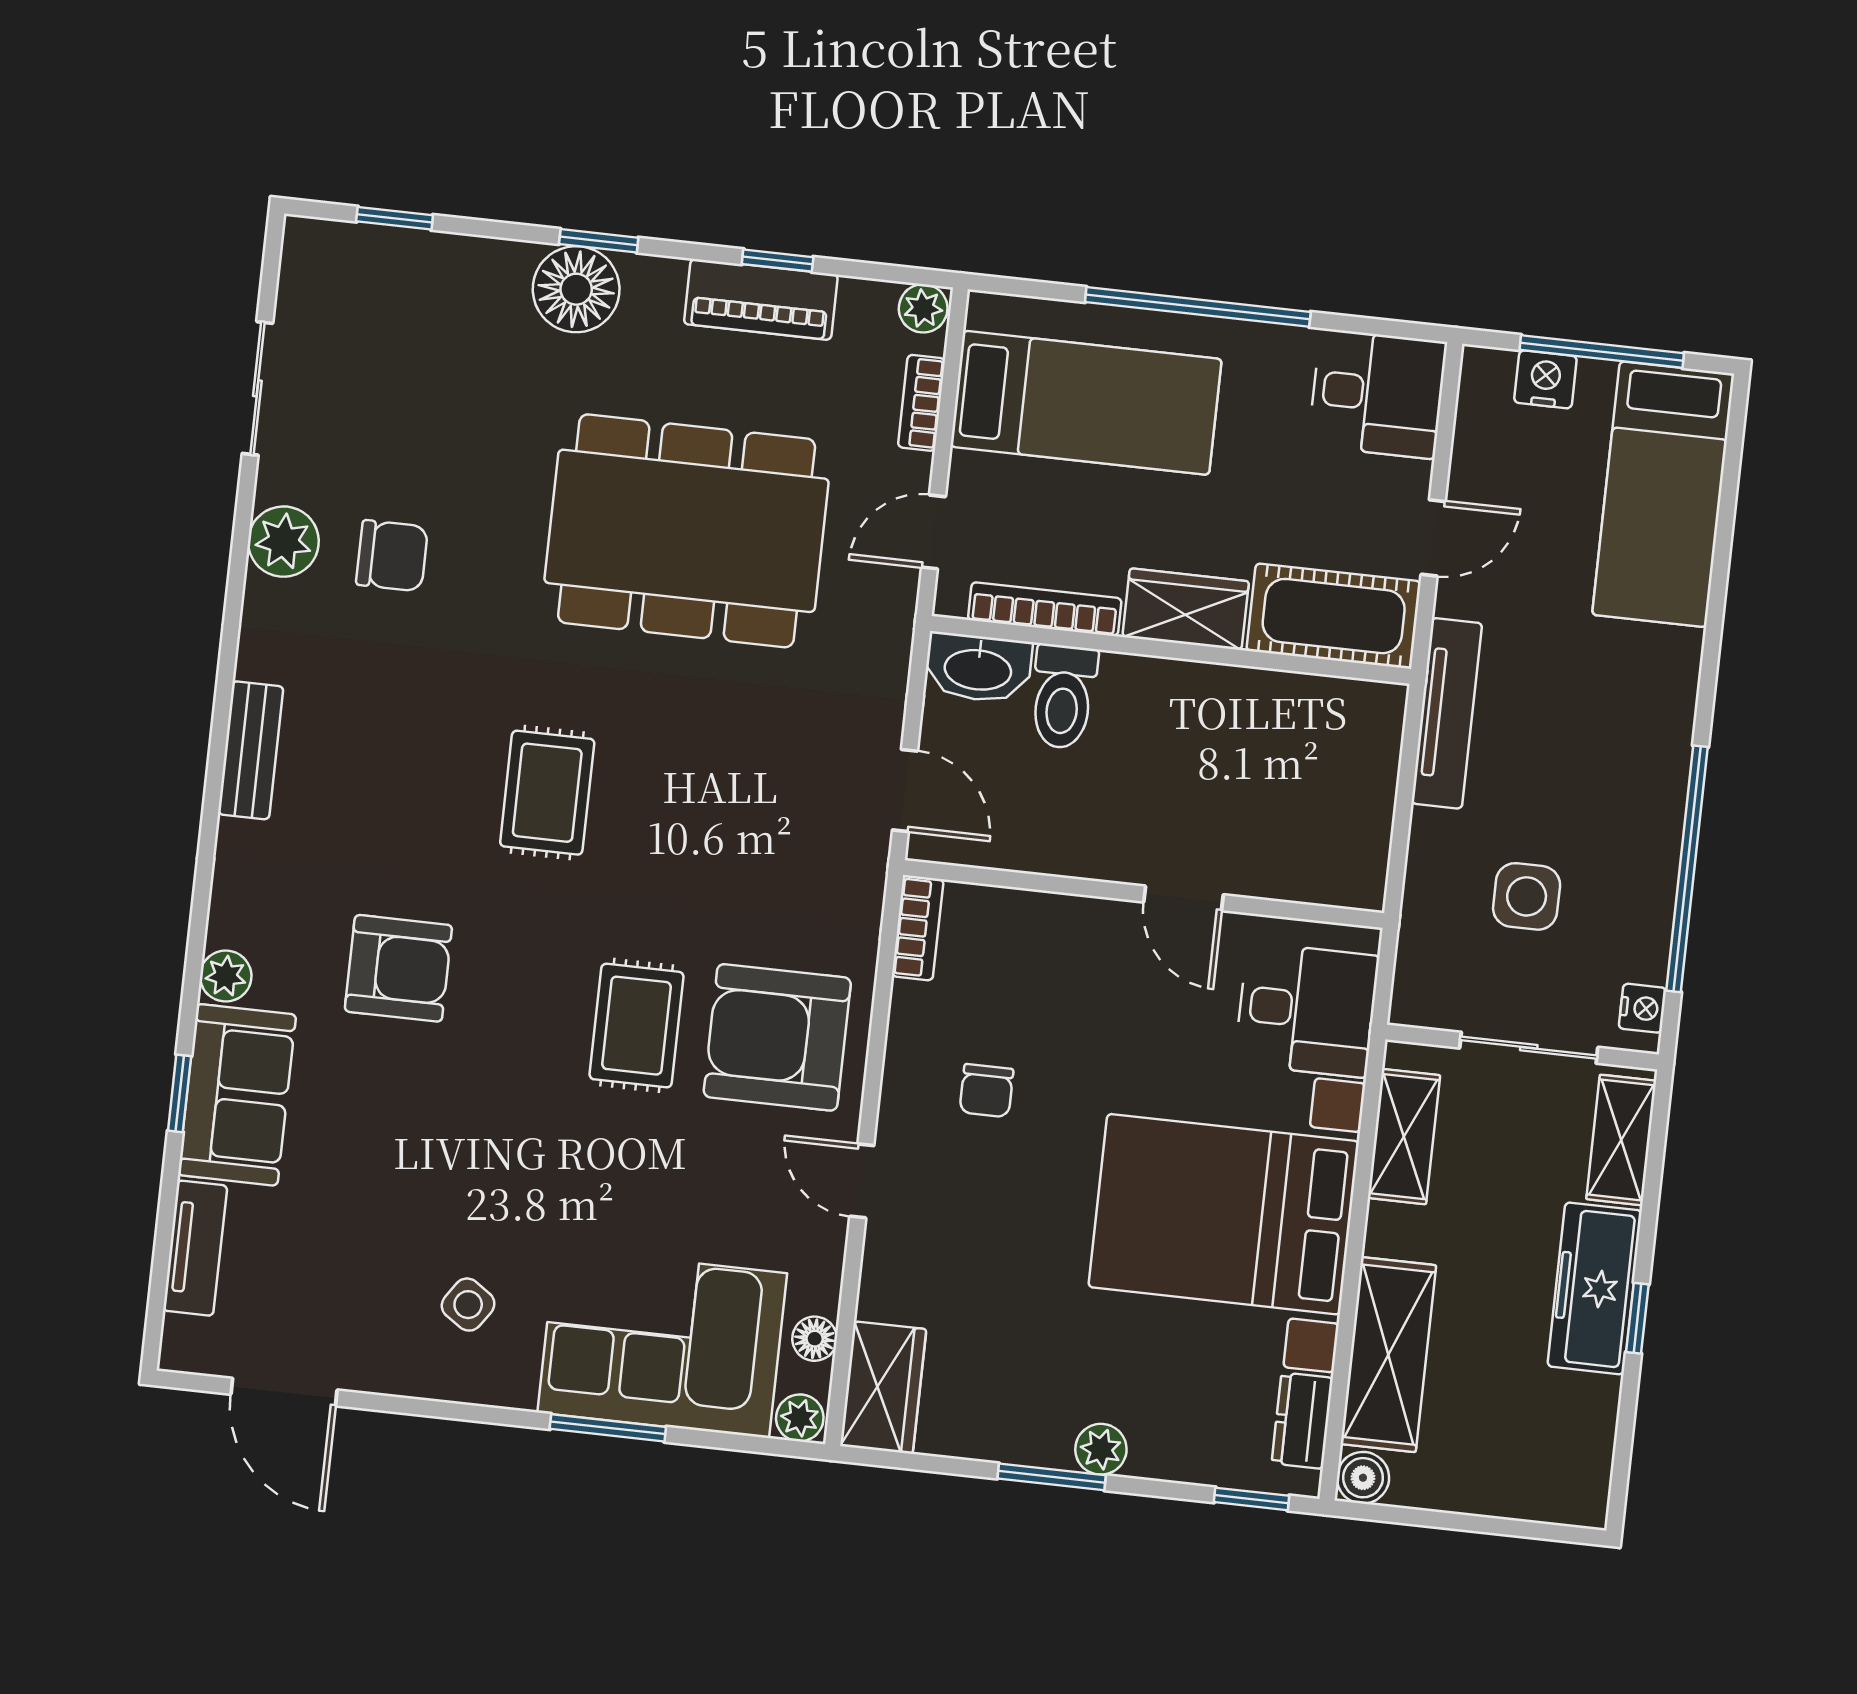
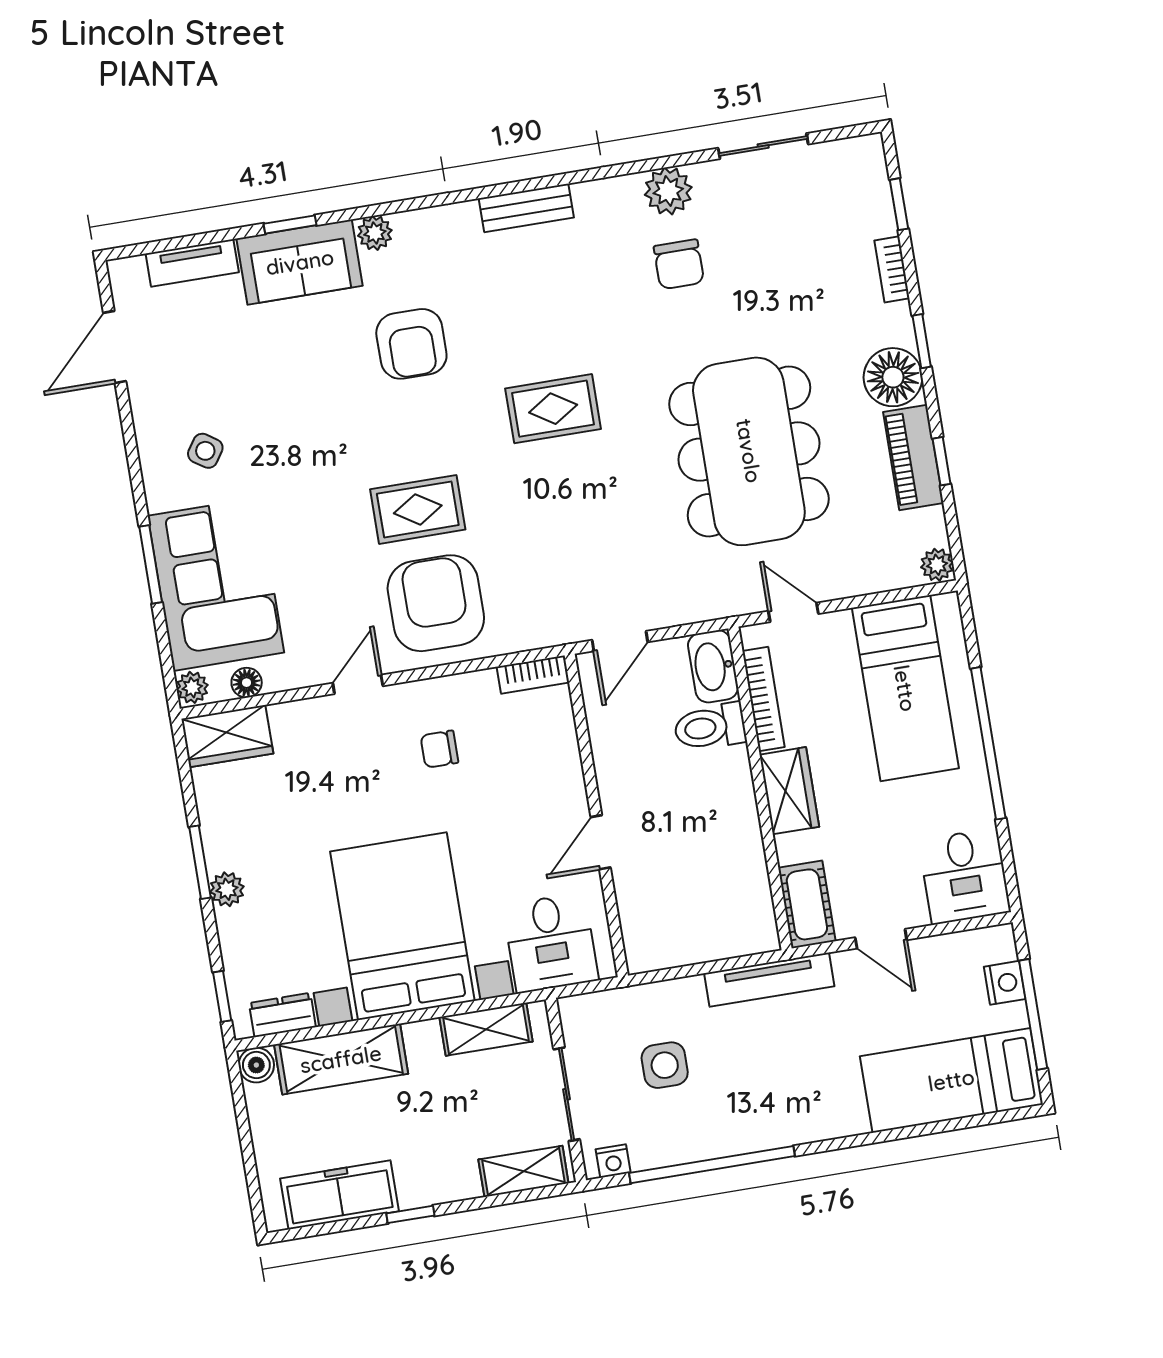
floor lamp: (576, 289) -> (893, 377), moved
bookcase: (922, 403) -> (892, 269), moved, turned -90
cot: (1334, 616) -> (807, 904), width x0.73, depth x0.75
freezer: (1595, 1288) -> (340, 1195), moved

